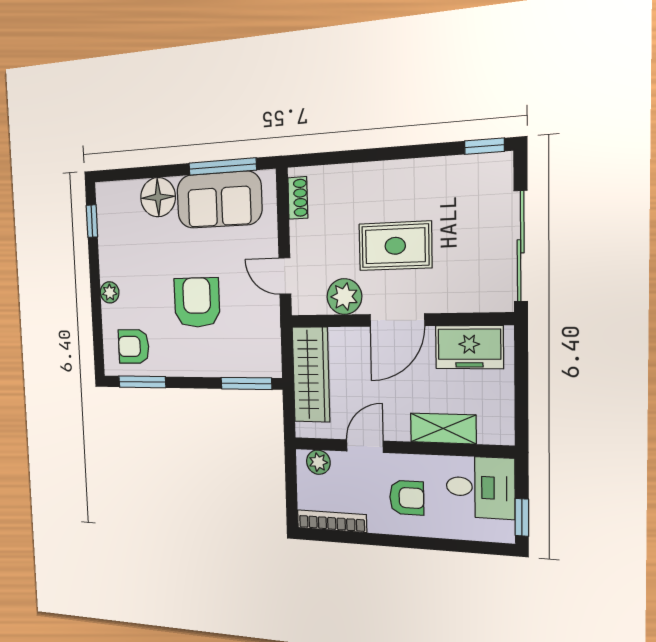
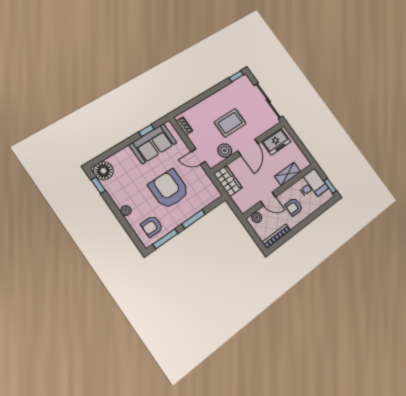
window: (222, 167) -> (146, 131), width x0.46
floor lamp: (158, 197) -> (103, 171), moved
armchair: (197, 302) -> (169, 189), width x1.36, depth x1.36
wardrobe: (311, 375) -> (228, 181), width x0.67
window: (246, 383) -> (194, 219), moved
door: (365, 446) -> (268, 199), swing flipped
armchair: (407, 498) -> (294, 207), turned 180

